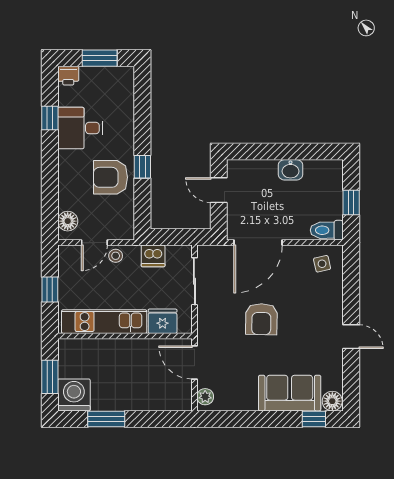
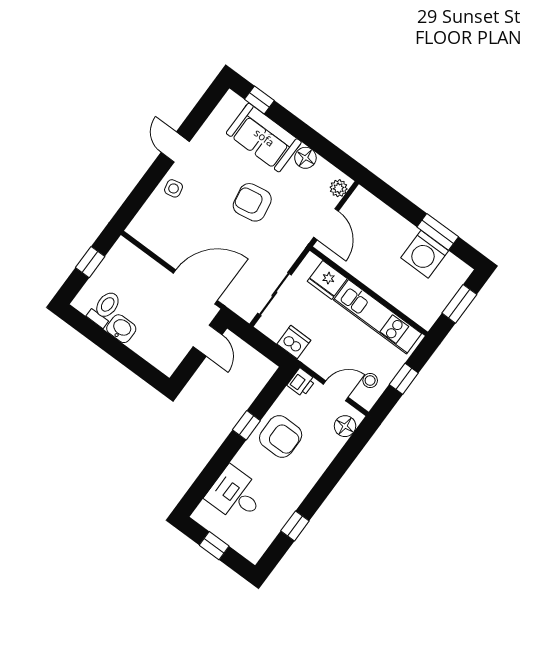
window: (100, 58) -> (214, 546), width x0.67
printer: (68, 76) -> (301, 382), moved, turned 90
desk: (80, 128) -> (235, 495), moved, turned 180
door: (219, 190) -> (208, 341), moved
toilet: (327, 230) -> (105, 308), moved, turned -90
stool: (116, 256) -> (370, 380), moved
side table: (322, 264) -> (174, 188), moved
armchair: (261, 319) -> (252, 202), moved, turned -101
washing machine: (74, 395) -> (425, 254), moved
floor lamp: (332, 401) -> (305, 158), moved

